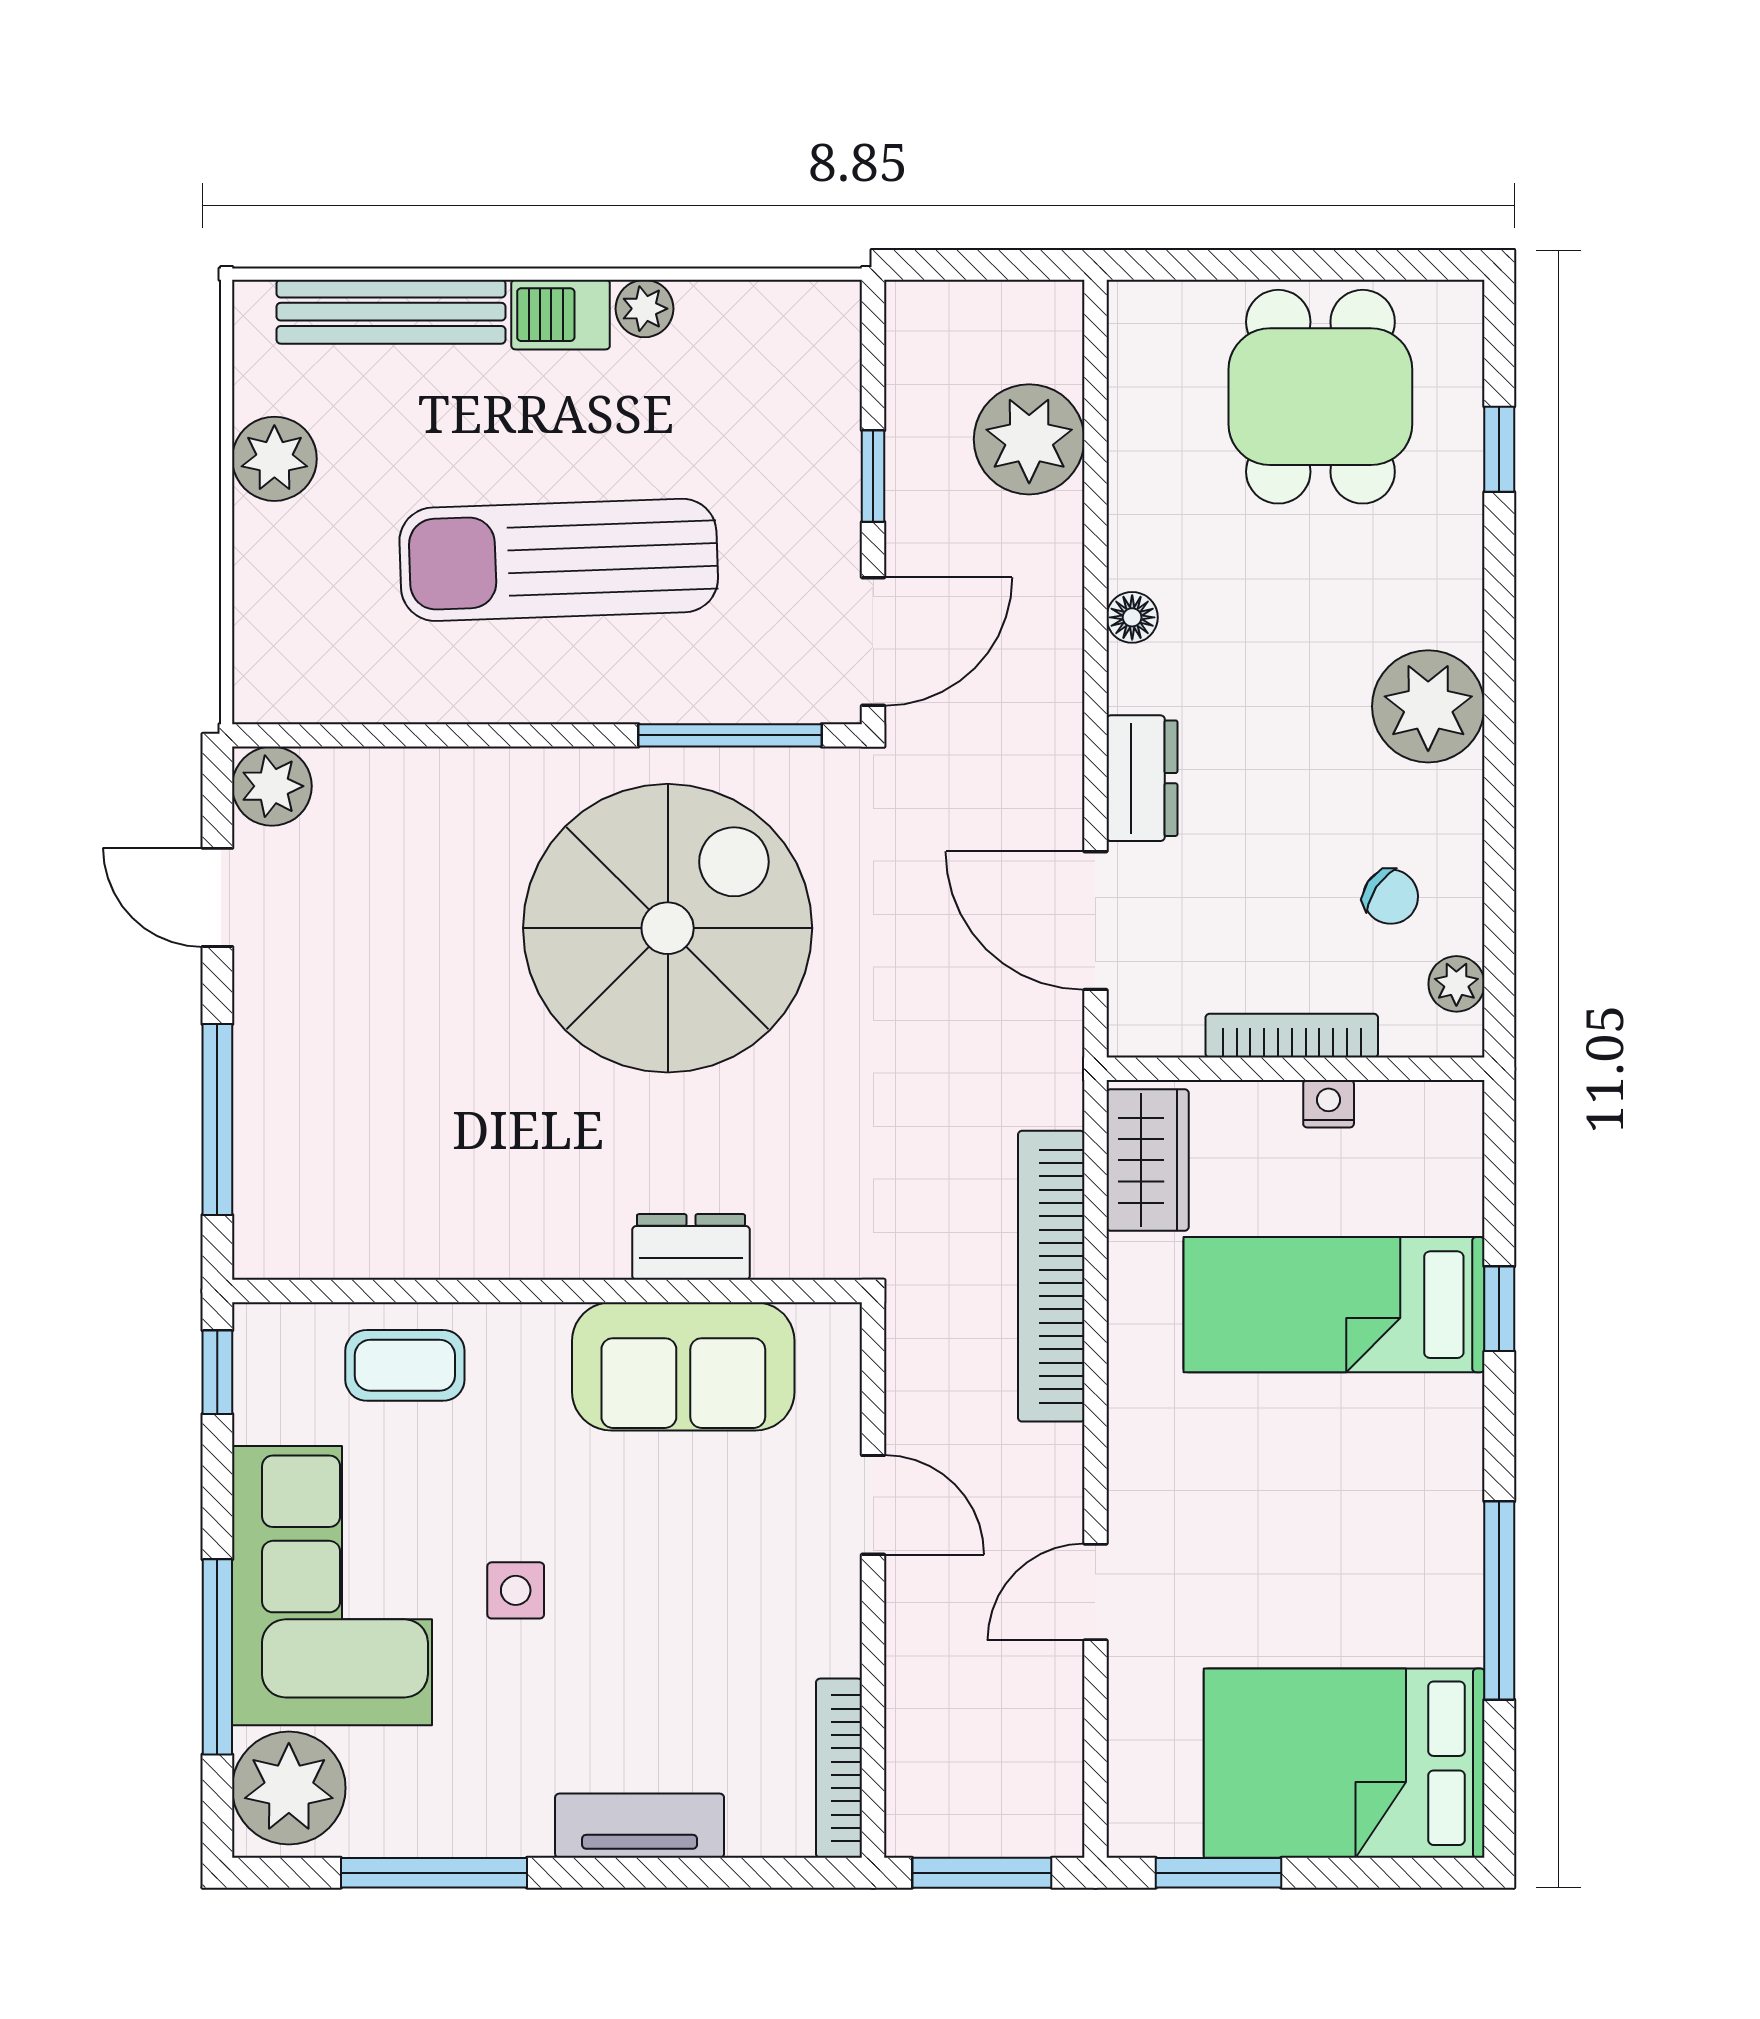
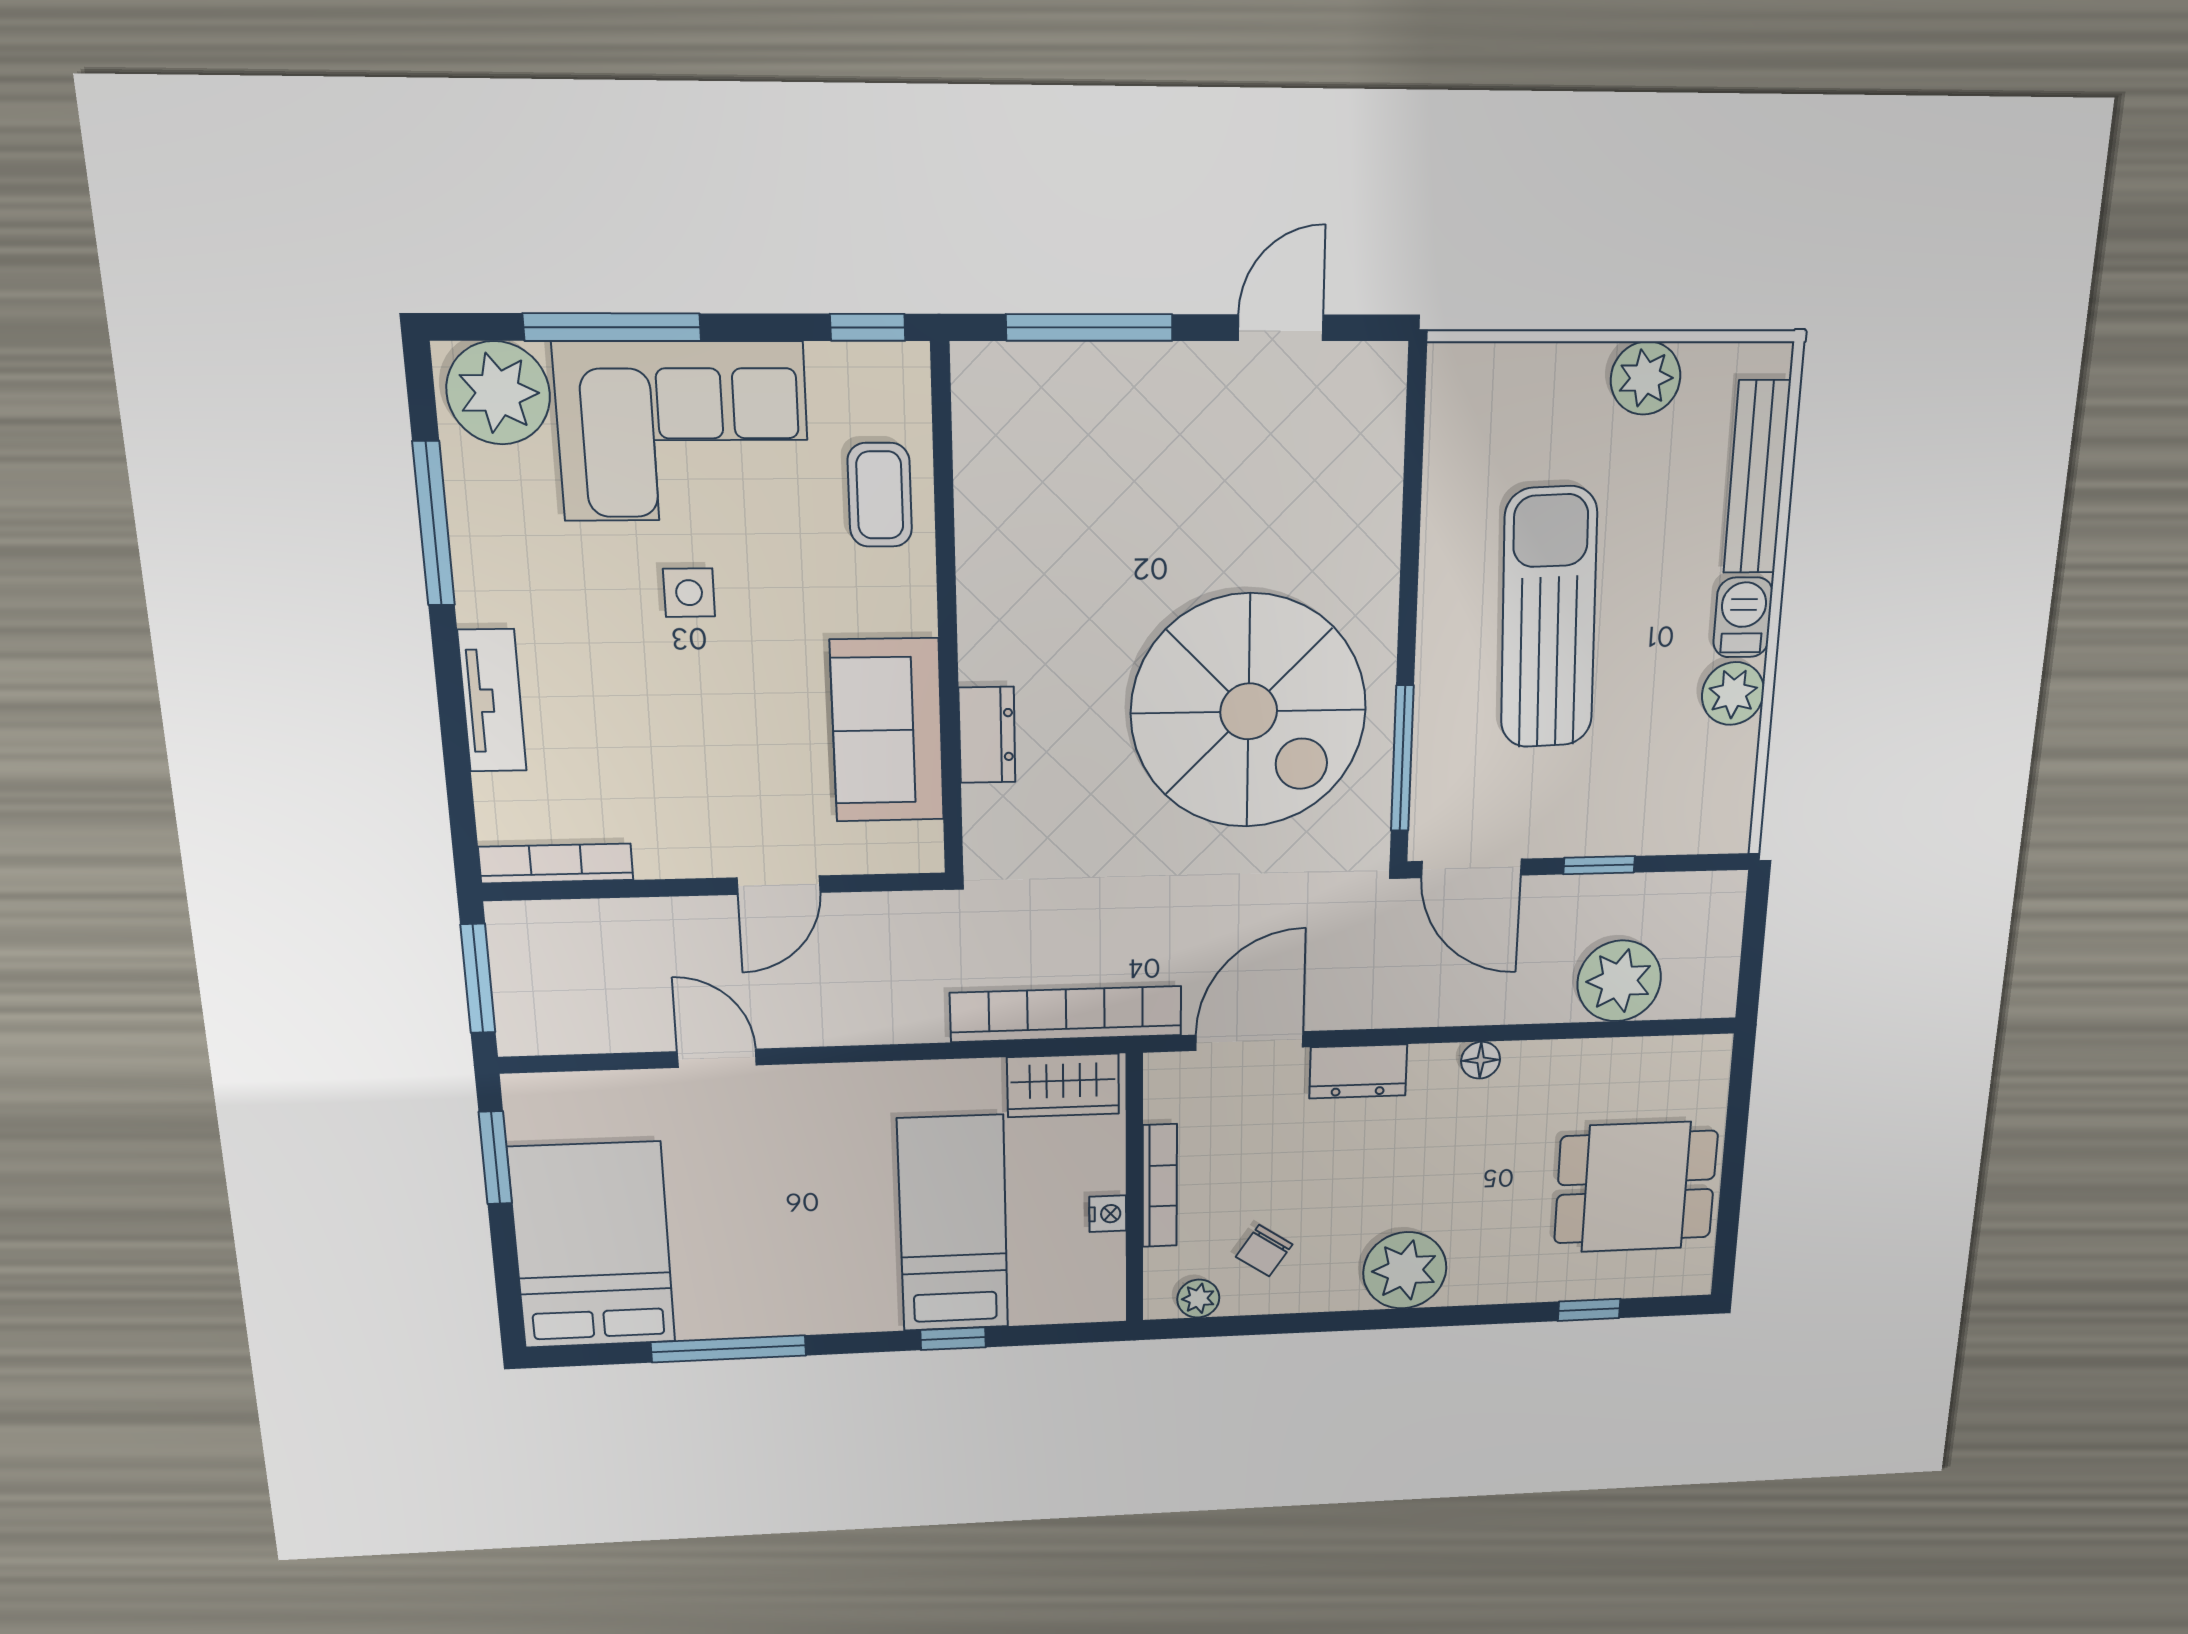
plant: (645, 309) -> (1733, 694), width x1.38, depth x1.38
plant: (272, 786) -> (1374, 376), removed
bookcase: (1051, 1276) -> (1066, 1014), moved

